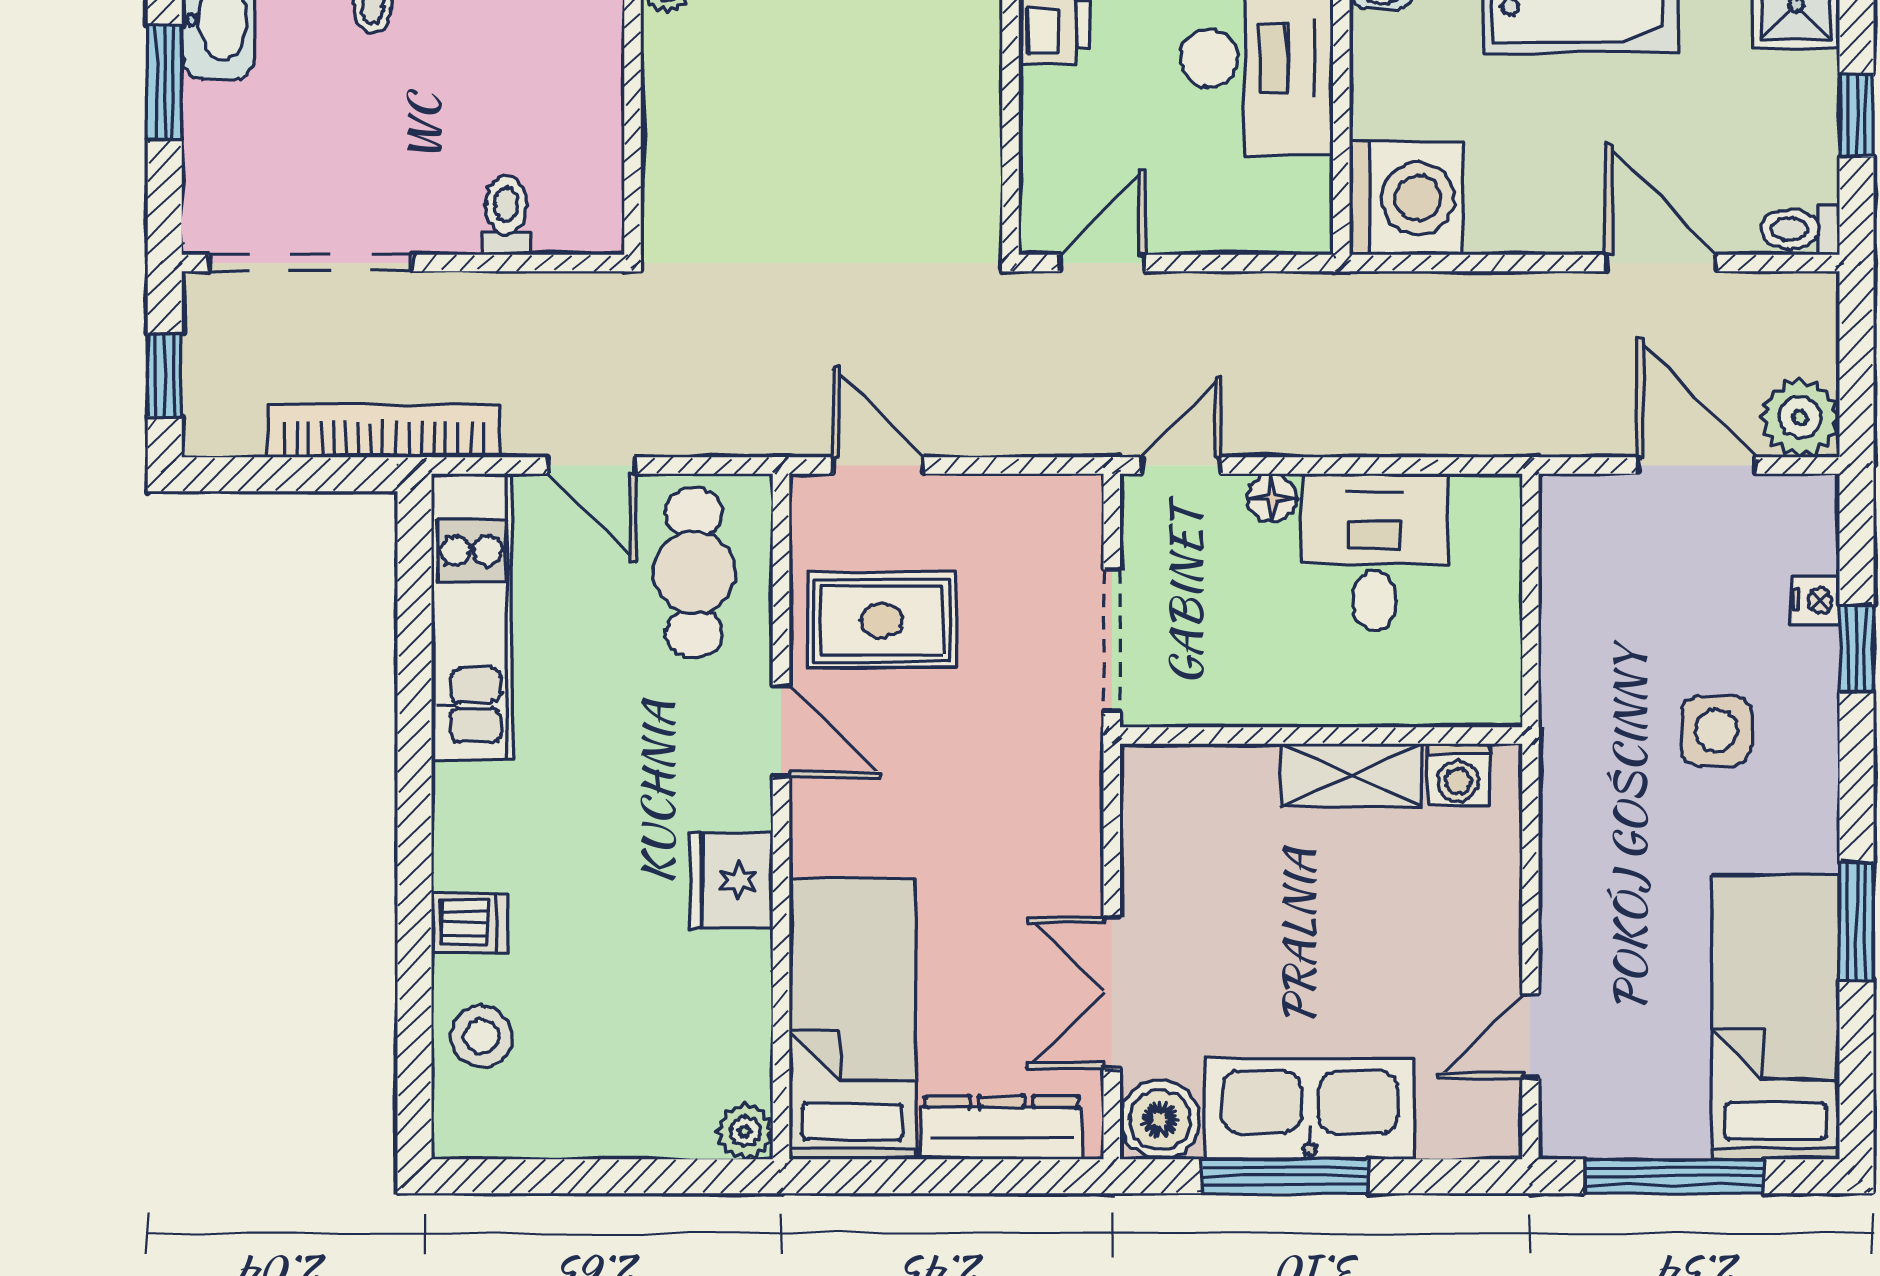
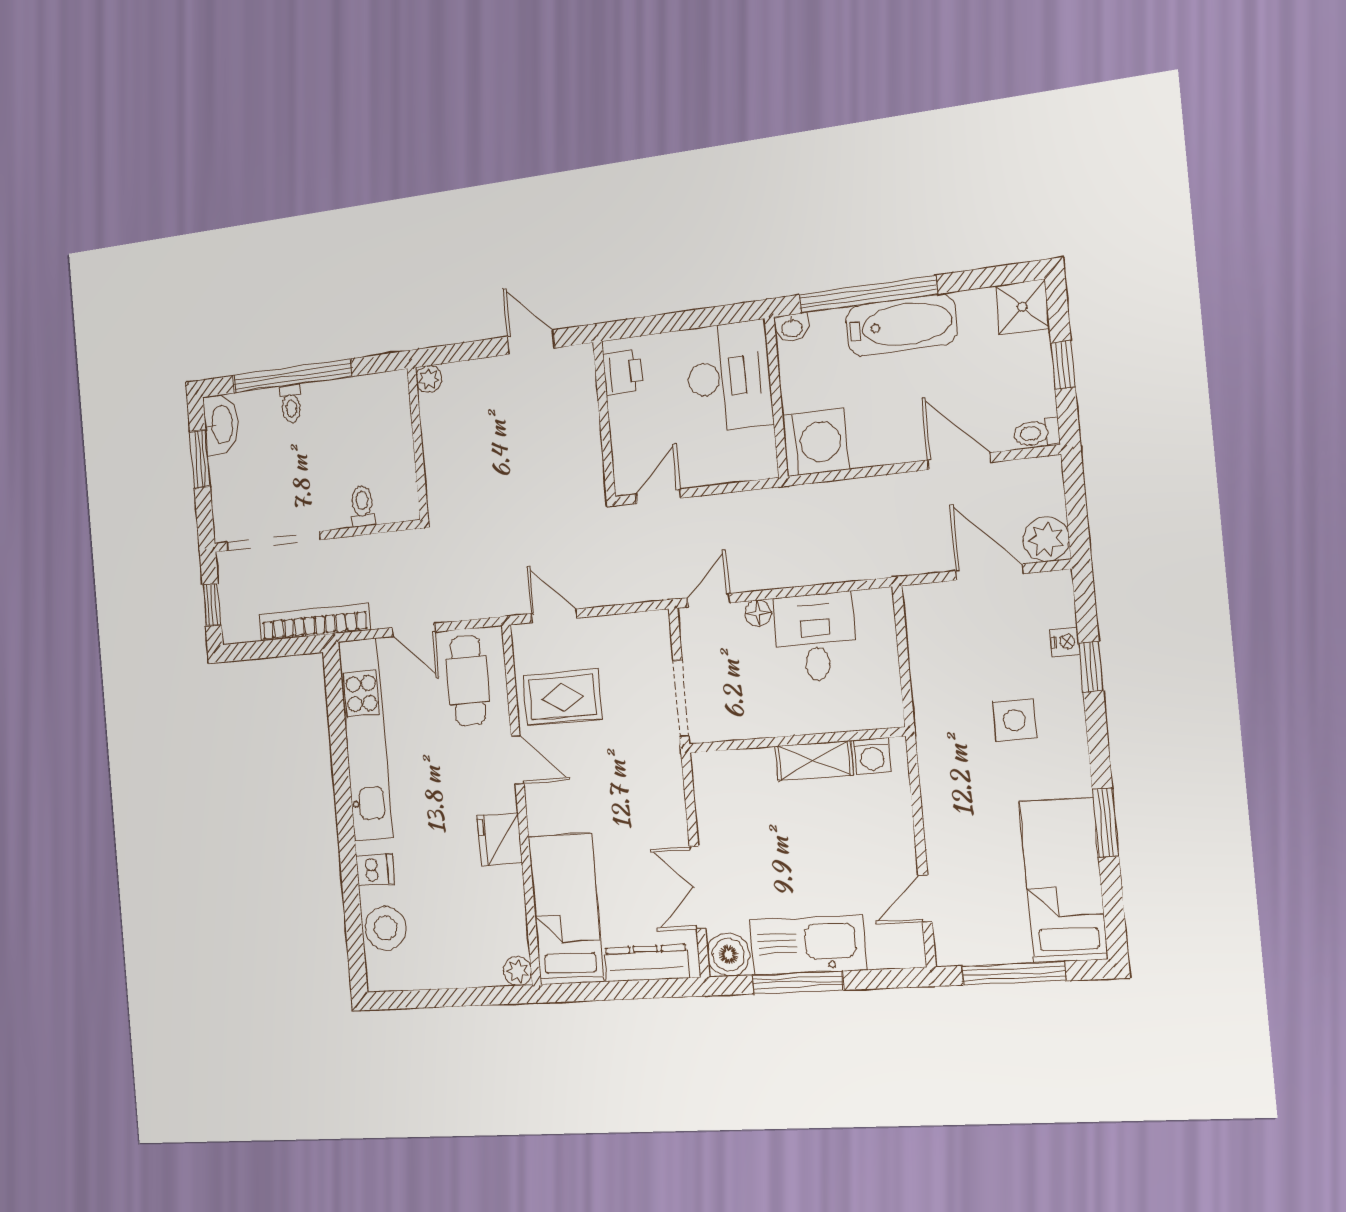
kitchen unit: (472, 616) -> (365, 739), width x1.36
stool: (481, 1037) -> (386, 928), width x1.38, depth x1.38

